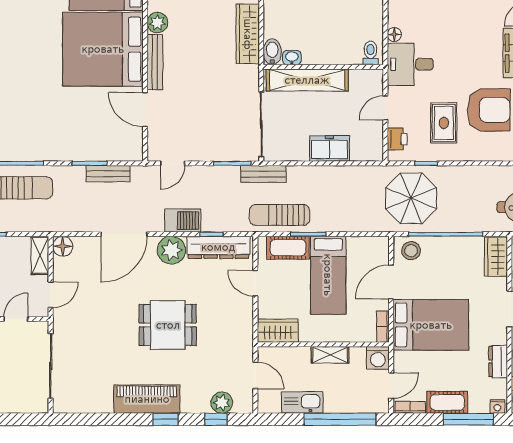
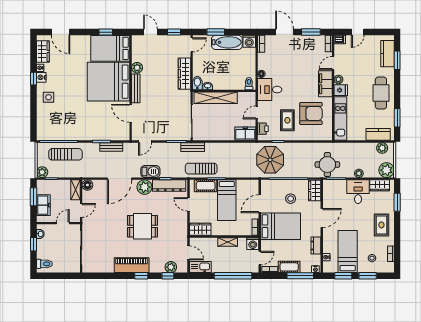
freezer: (330, 148) -> (245, 134), moved
stool: (411, 251) -> (291, 199), moved
kitchen sink: (302, 403) -> (200, 267), moved

